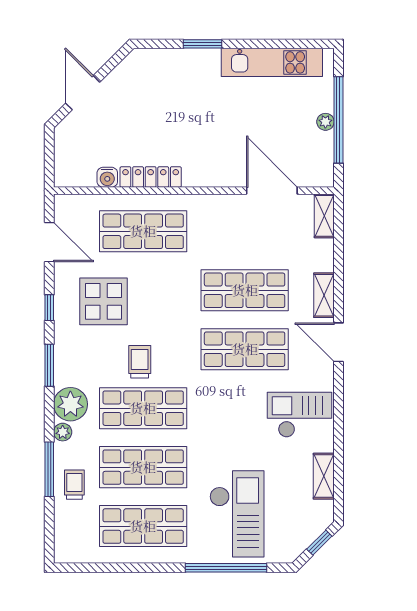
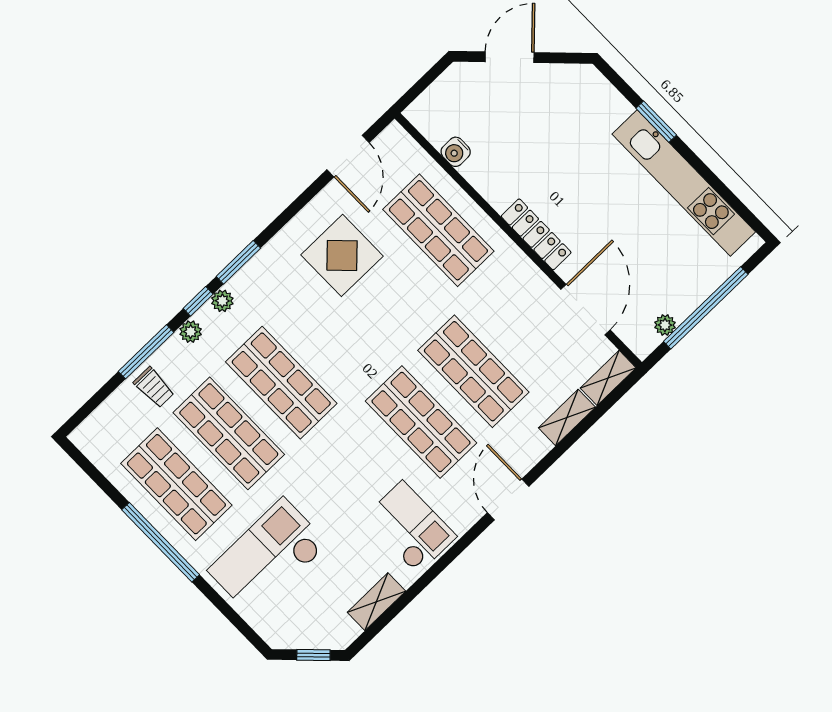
kitchen unit: (272, 62) -> (684, 183), width x1.36
plant: (325, 122) -> (665, 325), moved
locker: (151, 177) -> (536, 234), moved
shelving: (324, 295) -> (567, 418), moved
window: (49, 308) -> (198, 301), moved
trolley: (140, 362) -> (320, 340), removed
plant: (70, 404) -> (222, 301), width x0.53, depth x0.53
trolley: (74, 485) -> (154, 387), turned 90
checkout: (237, 514) -> (268, 557), turned 180
window: (226, 568) -> (161, 542), moved

